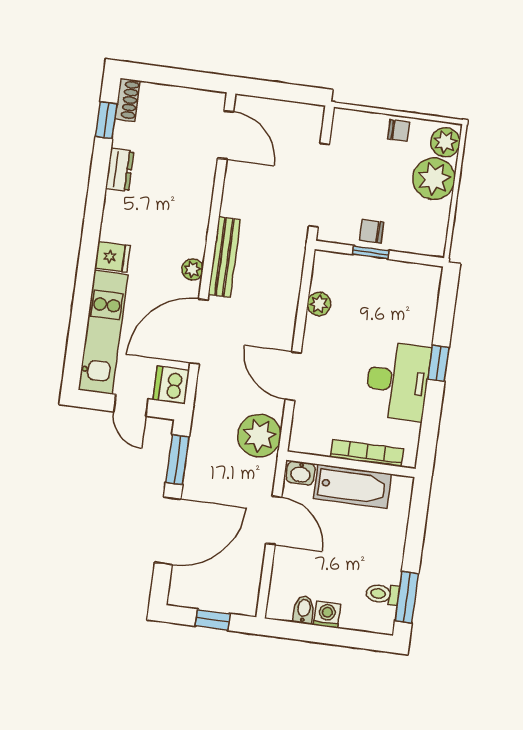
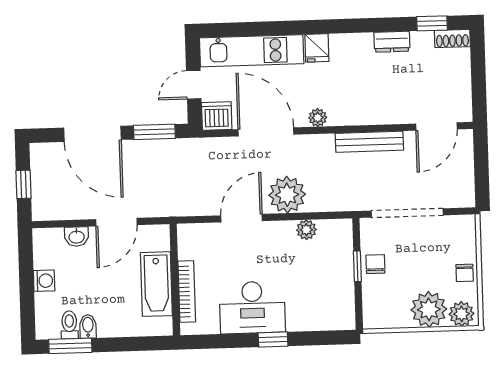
bench: (224, 257) -> (369, 142), moved
plant: (259, 436) -> (287, 195), moved
washbasin: (301, 473) -> (77, 237), moved, turned -90
bidet: (304, 610) -> (88, 326), moved, turned -90

